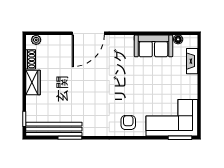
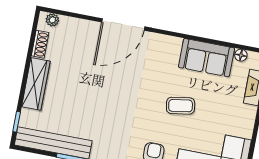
wardrobe: (33, 83) -> (36, 84), width x1.50
coffee table: (141, 84) -> (181, 106), added

